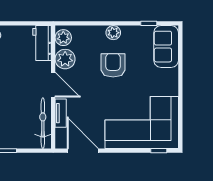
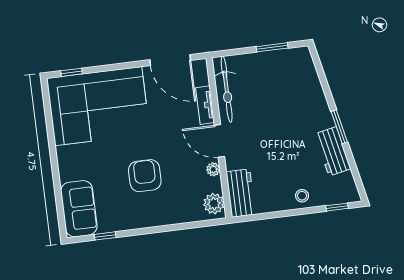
plant: (113, 33) -> (150, 218), removed
plant: (65, 59) -> (213, 169), width x0.53, depth x0.53
armchair: (113, 65) -> (145, 176), turned 180

